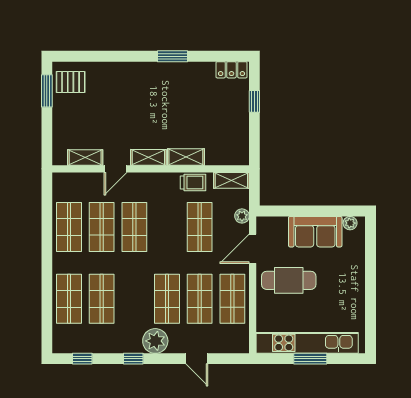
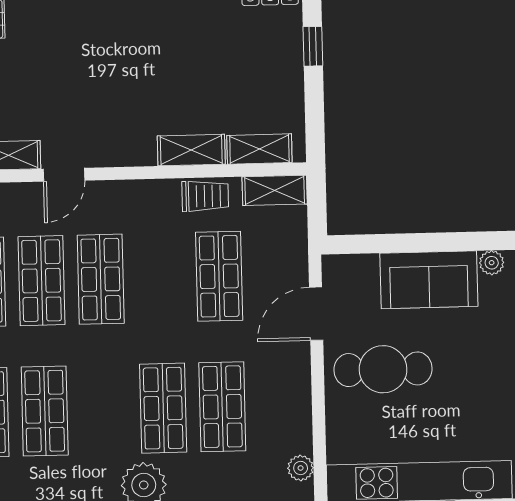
shelving: (148, 157) -> (259, 149), moved
plant: (242, 216) -> (301, 468), moved
shop shelf: (232, 299) -> (282, 405), removed

